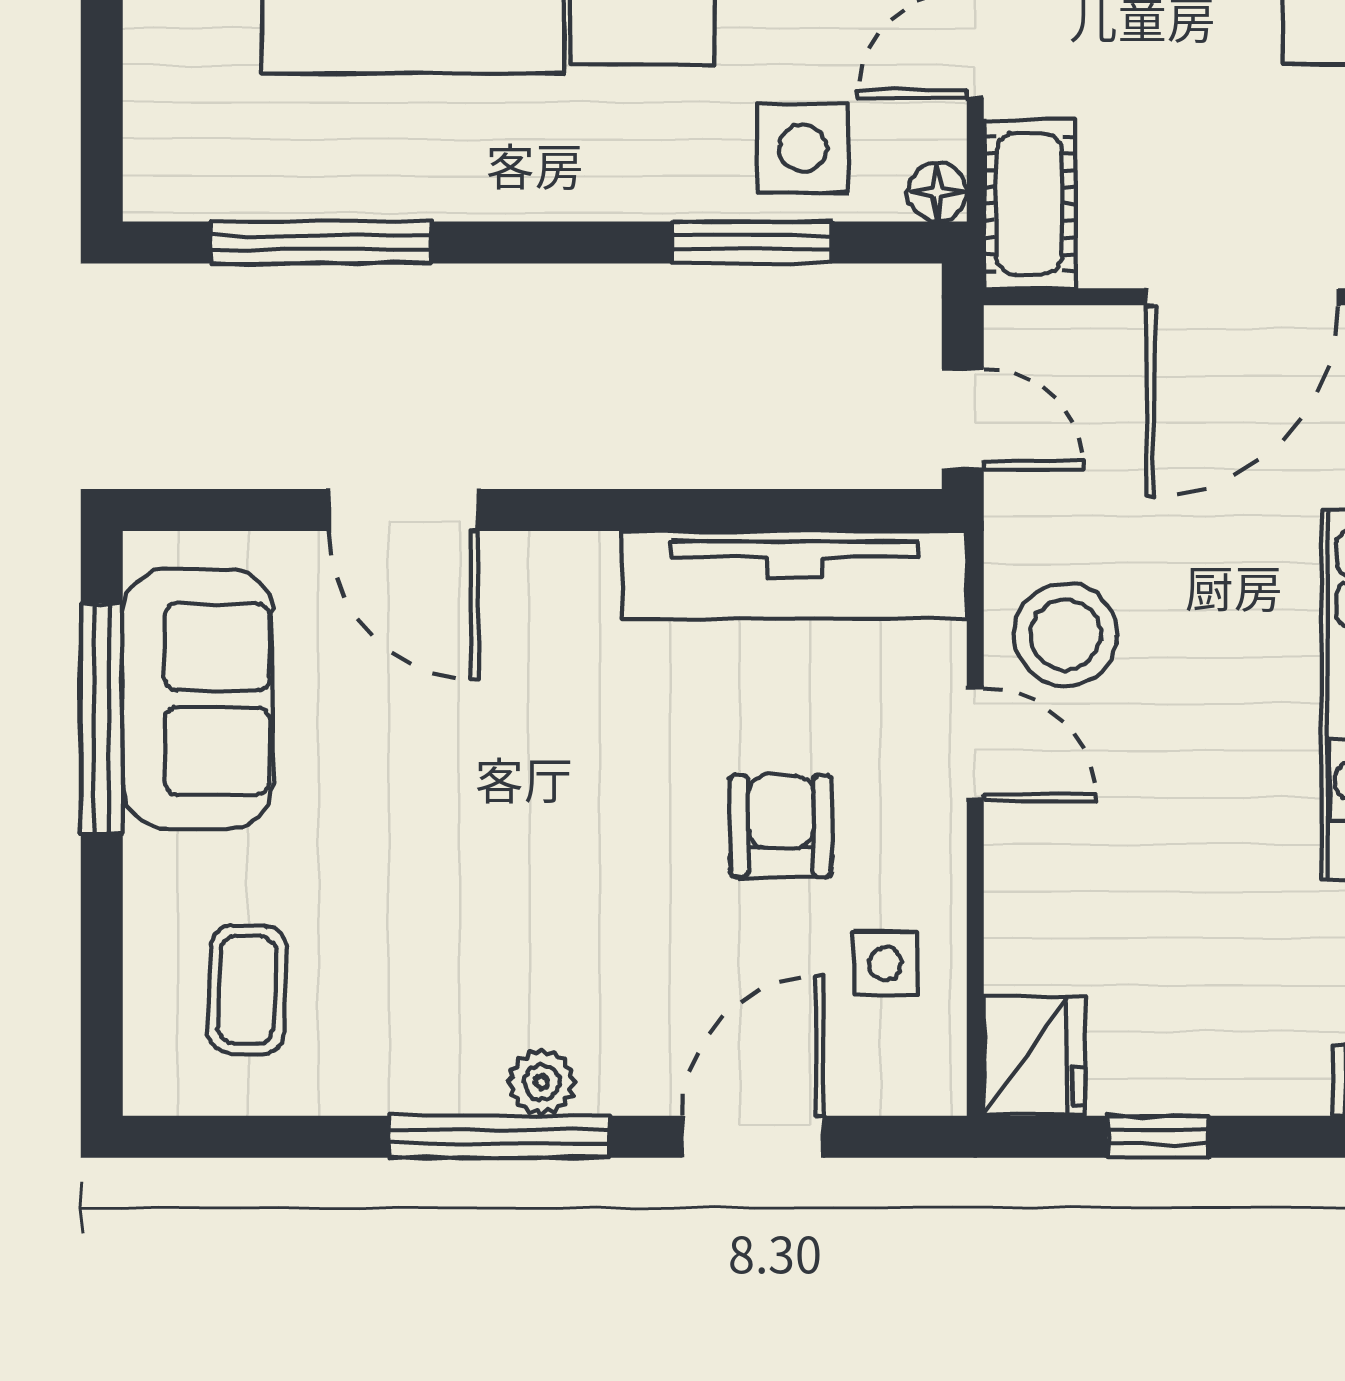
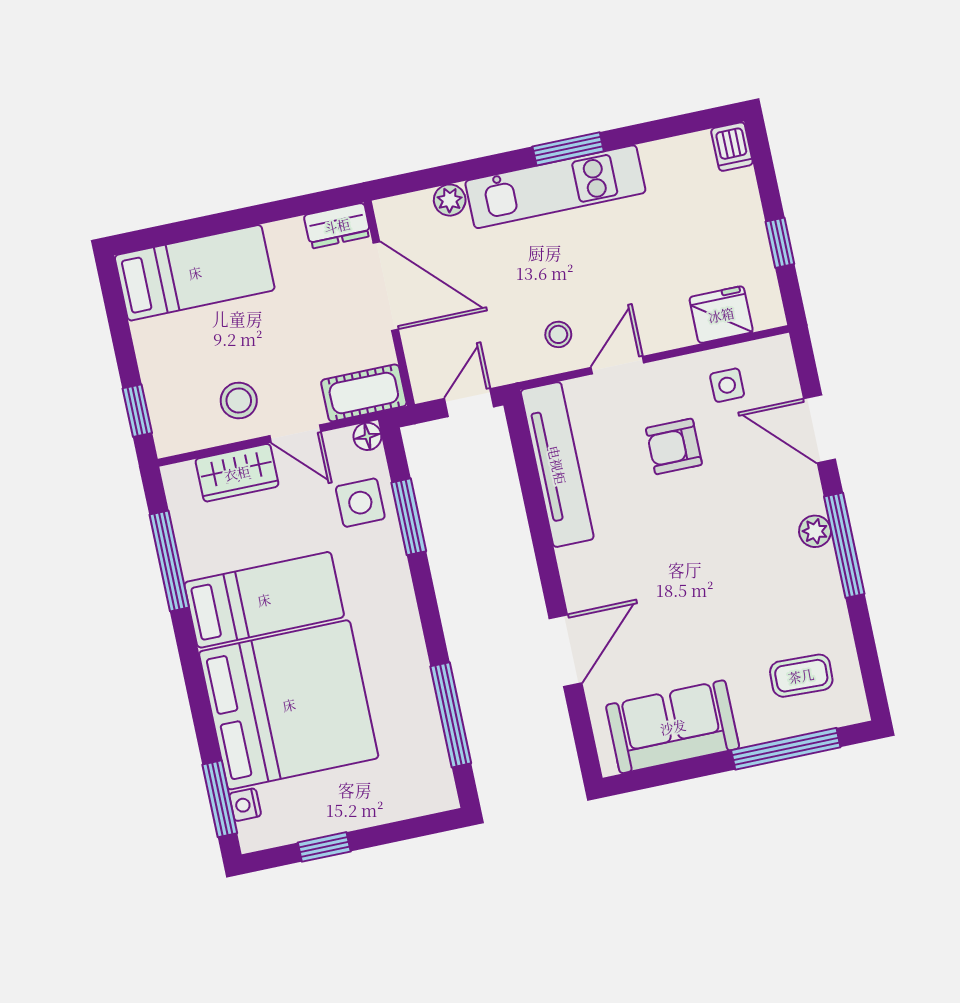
stool: (1065, 635) -> (558, 334), width x0.53, depth x0.53
window: (102, 719) -> (786, 749), moved
fridge: (1034, 1056) -> (721, 315), moved

